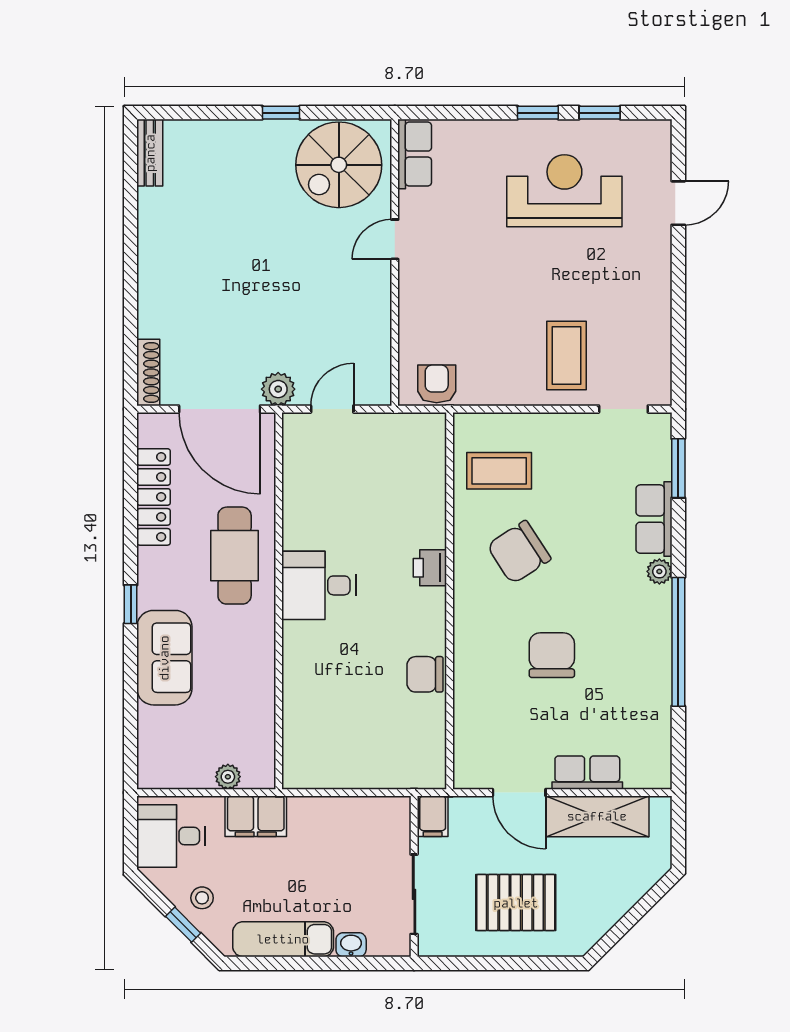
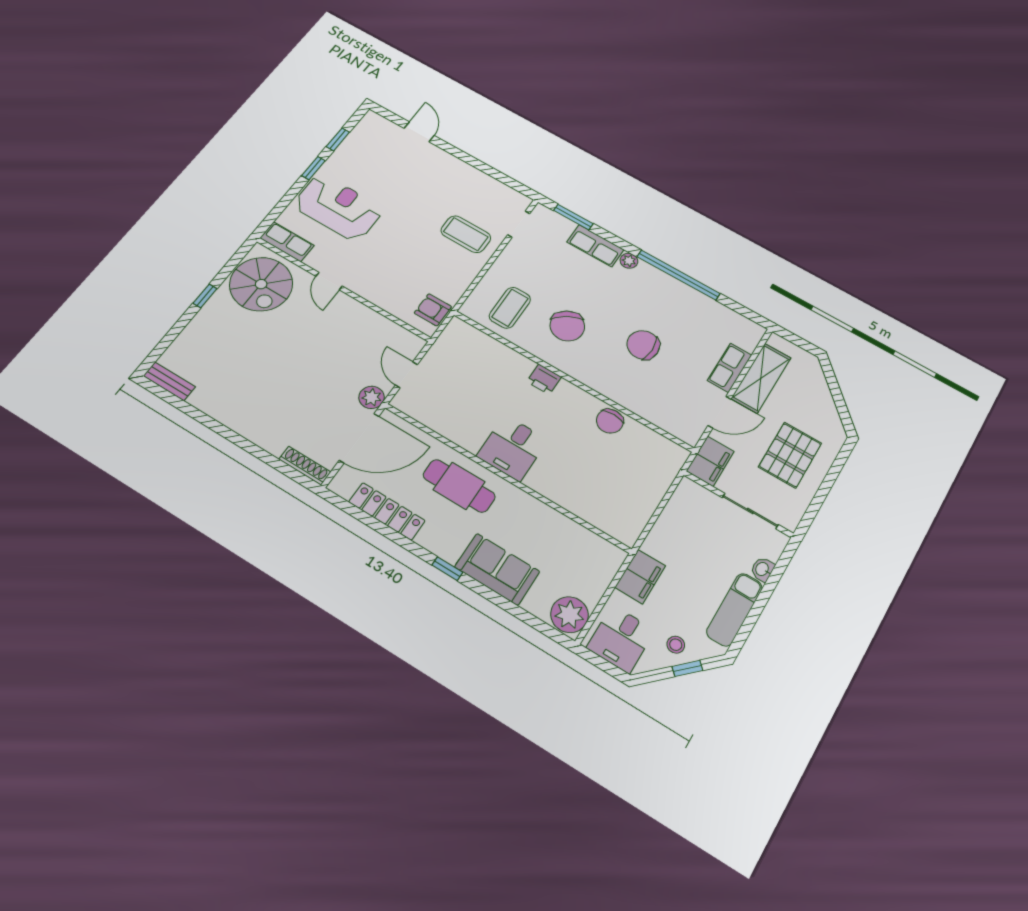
reception desk: (564, 191) -> (338, 207), moved, turned 90
plant: (228, 777) -> (569, 615), moved, width x1.87, depth x1.87
filing cabinet: (433, 816) -> (710, 461), width x2.00

